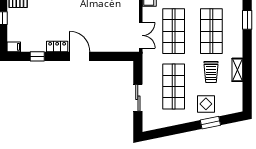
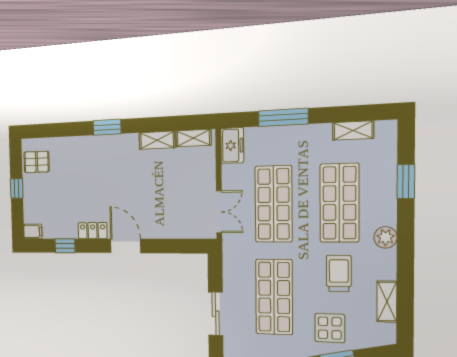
plant: (237, 51) -> (386, 237), added
shelving: (237, 70) -> (387, 301), moved
trolley: (211, 72) -> (339, 274), turned 180

